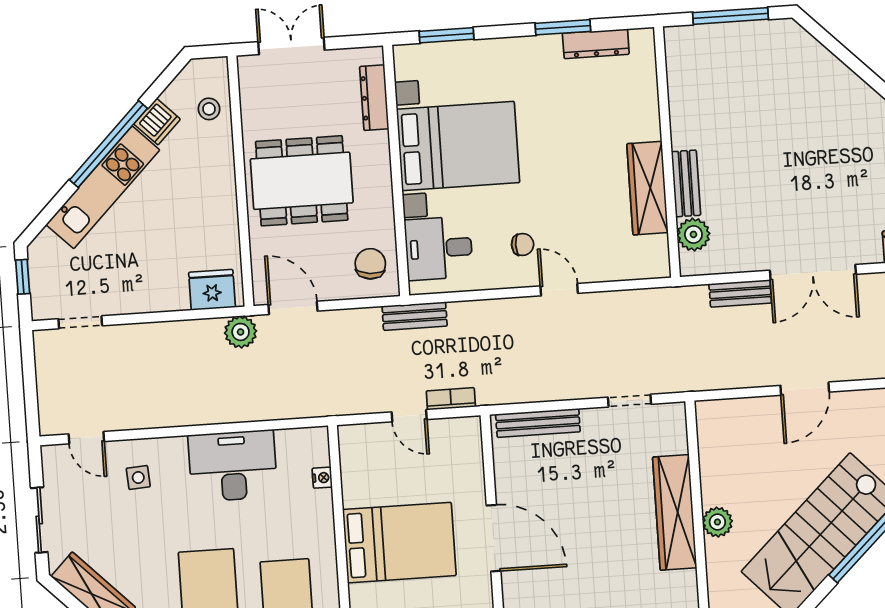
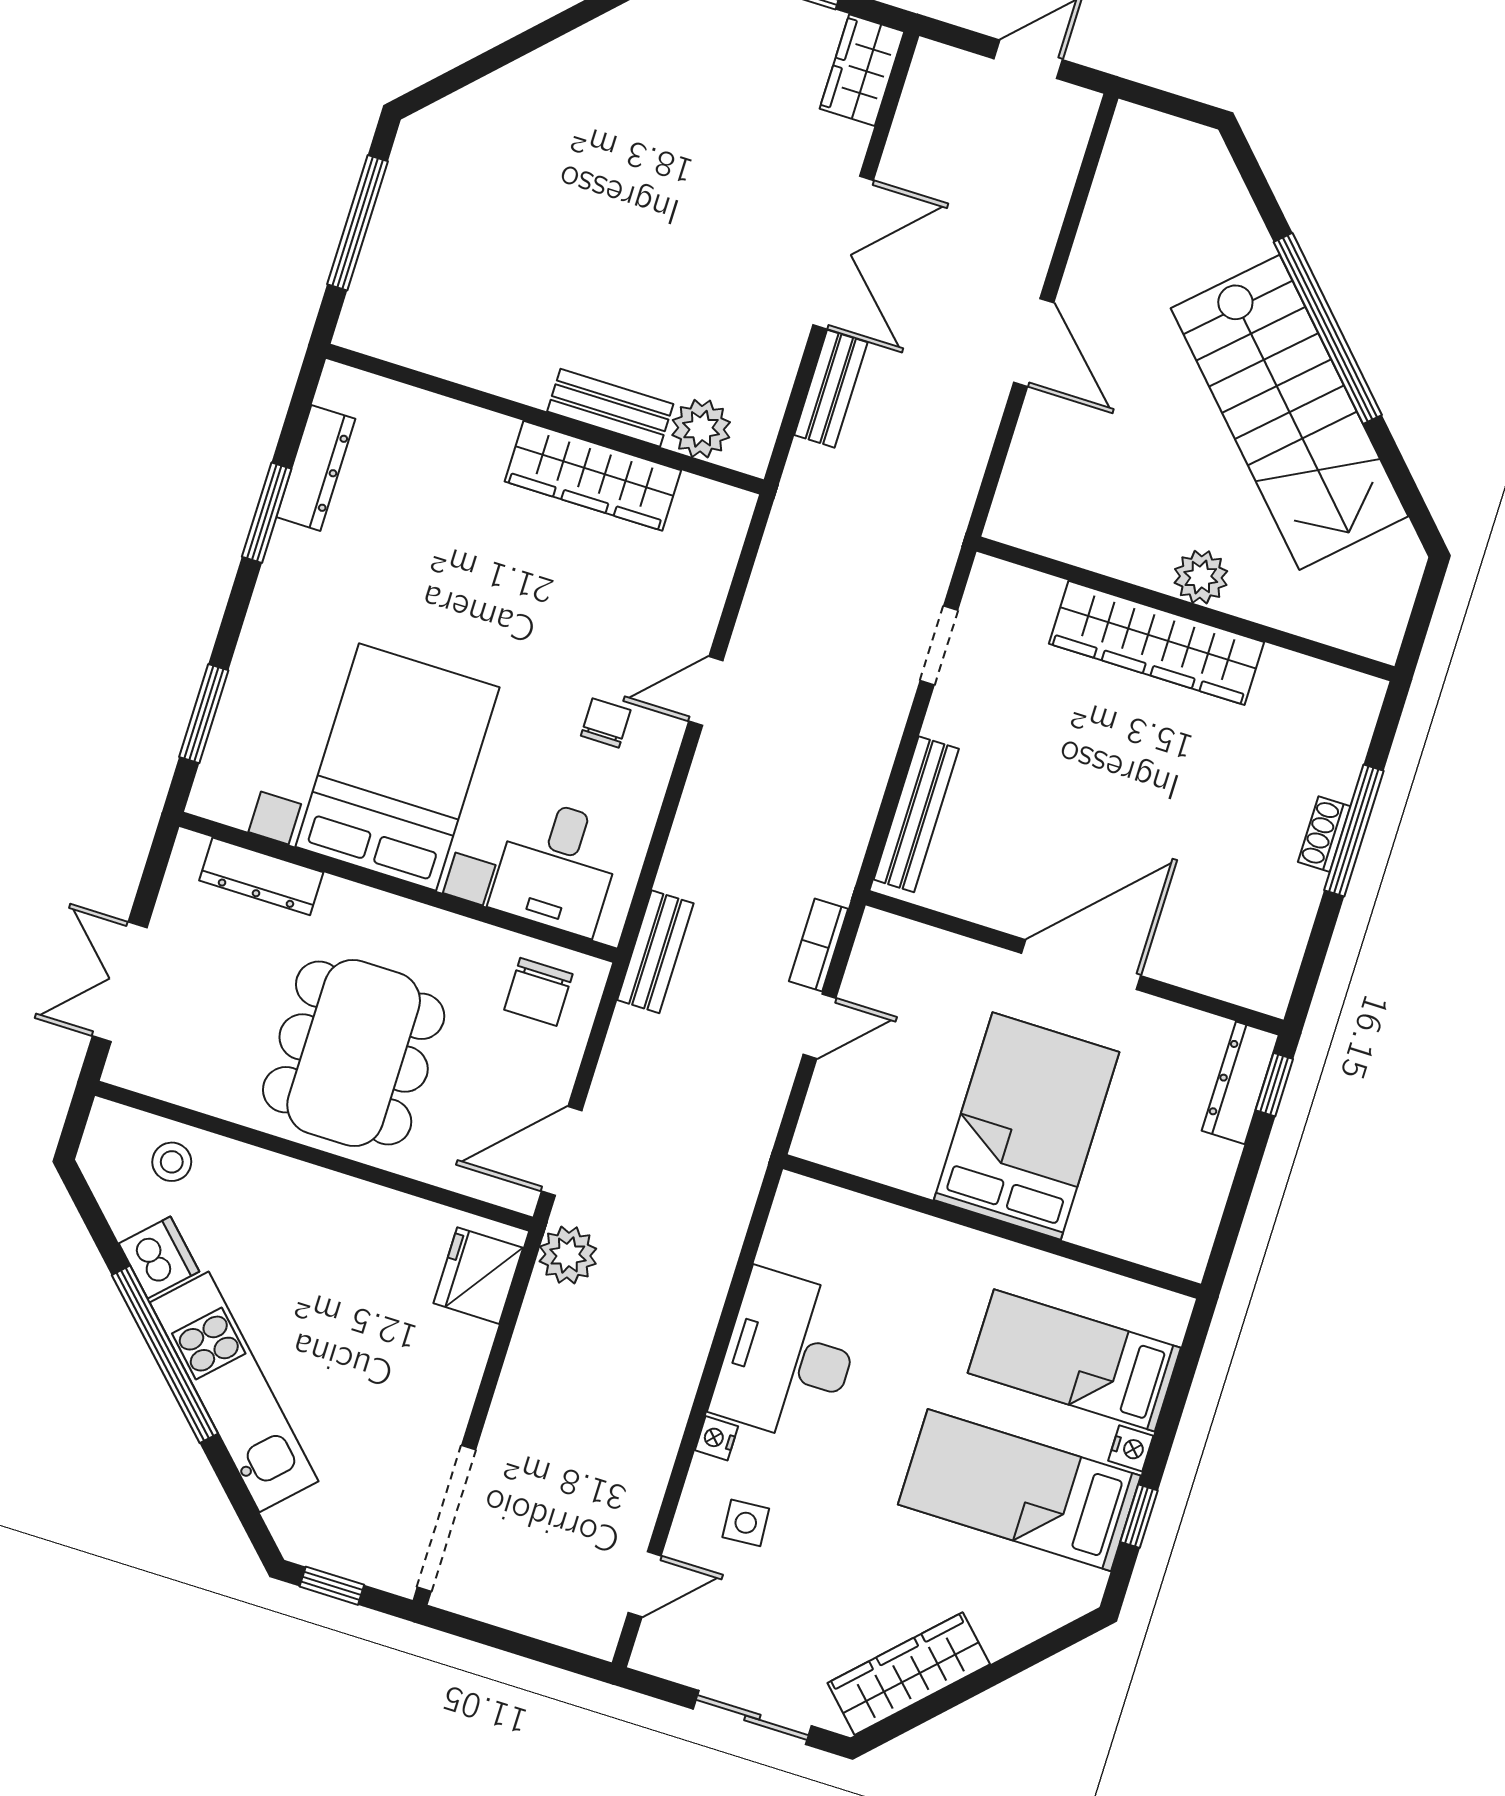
chair: (370, 264) -> (538, 992), turned -96
doorway: (80, 322) -> (446, 1519), width x1.88
nightstand: (322, 478) -> (716, 1438), moved, turned -90

